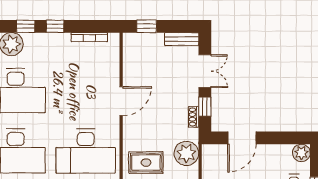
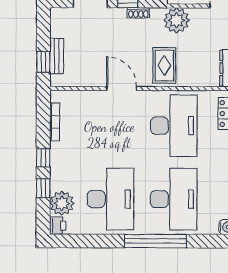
bench: (182, 39) -> (57, 56), moved
rug: (146, 163) -> (164, 65), moved

